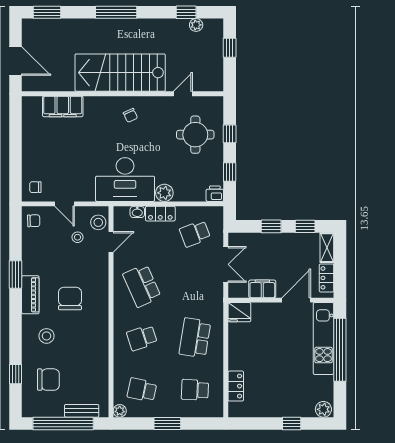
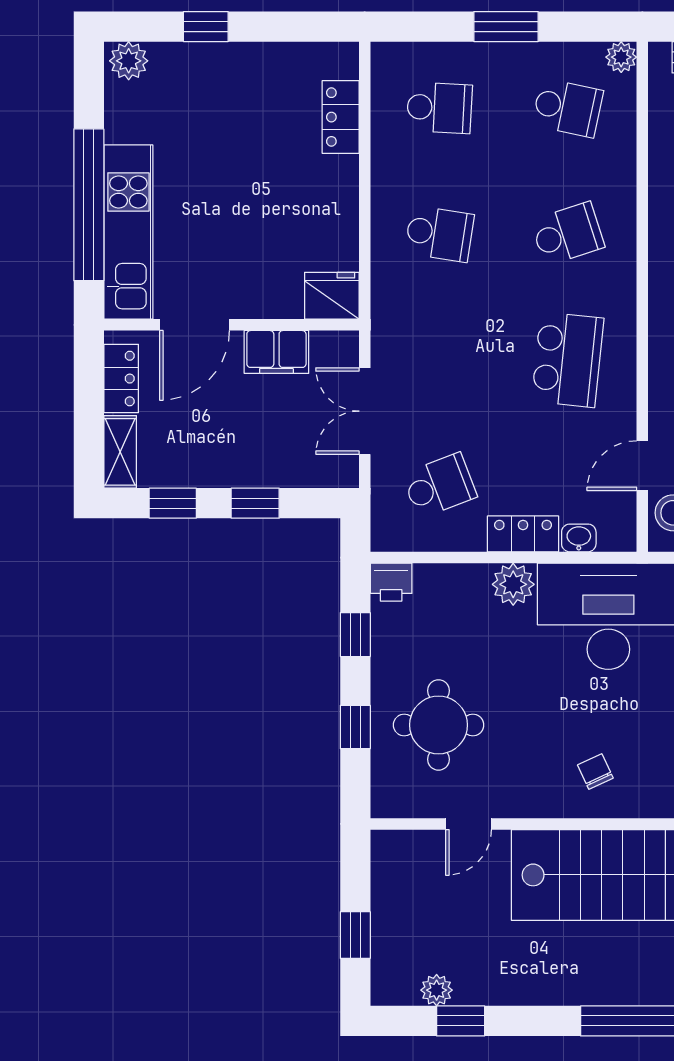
school desk: (142, 286) -> (568, 360), turned 30
school desk: (195, 338) -> (439, 234), width x0.54

